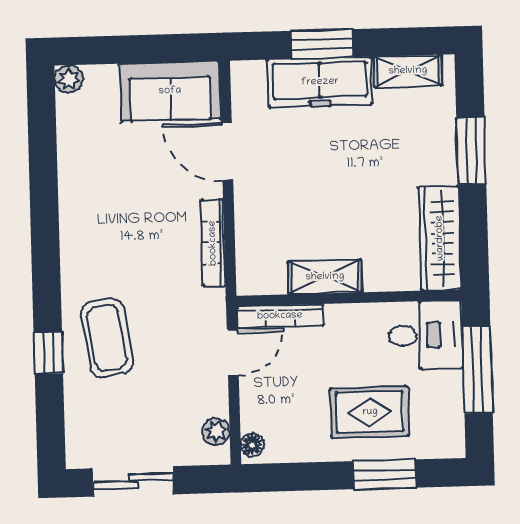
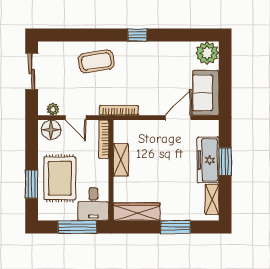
plant: (69, 79) -> (207, 53), width x1.87, depth x1.87
bookcase: (213, 243) -> (119, 110), moved
door: (233, 352) -> (75, 118), moved
window: (48, 353) -> (137, 35), moved
rug: (370, 412) -> (60, 178), width x1.36, depth x1.43
floor lamp: (252, 445) -> (51, 130), width x1.89, depth x1.89

